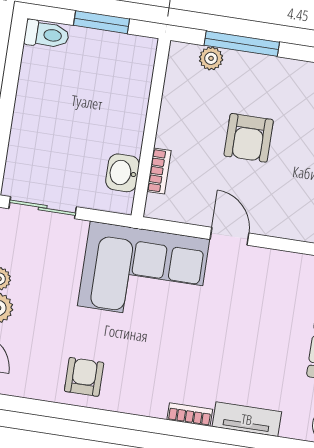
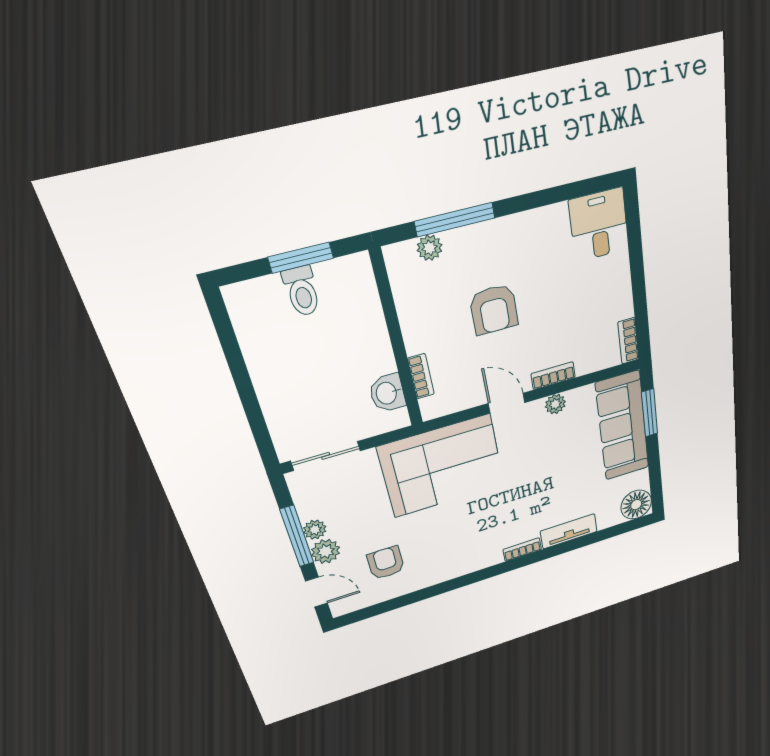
toilet: (47, 34) -> (302, 291), moved, turned 90
bookcase: (285, 230) -> (553, 376), added
plant: (277, 261) -> (555, 404), added
armchair: (84, 377) -> (386, 563), moved

